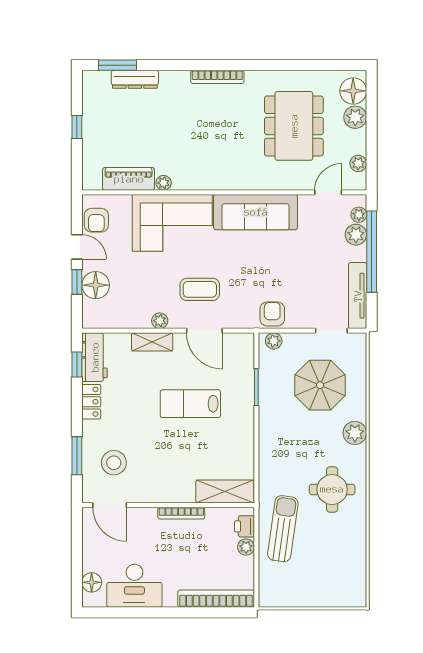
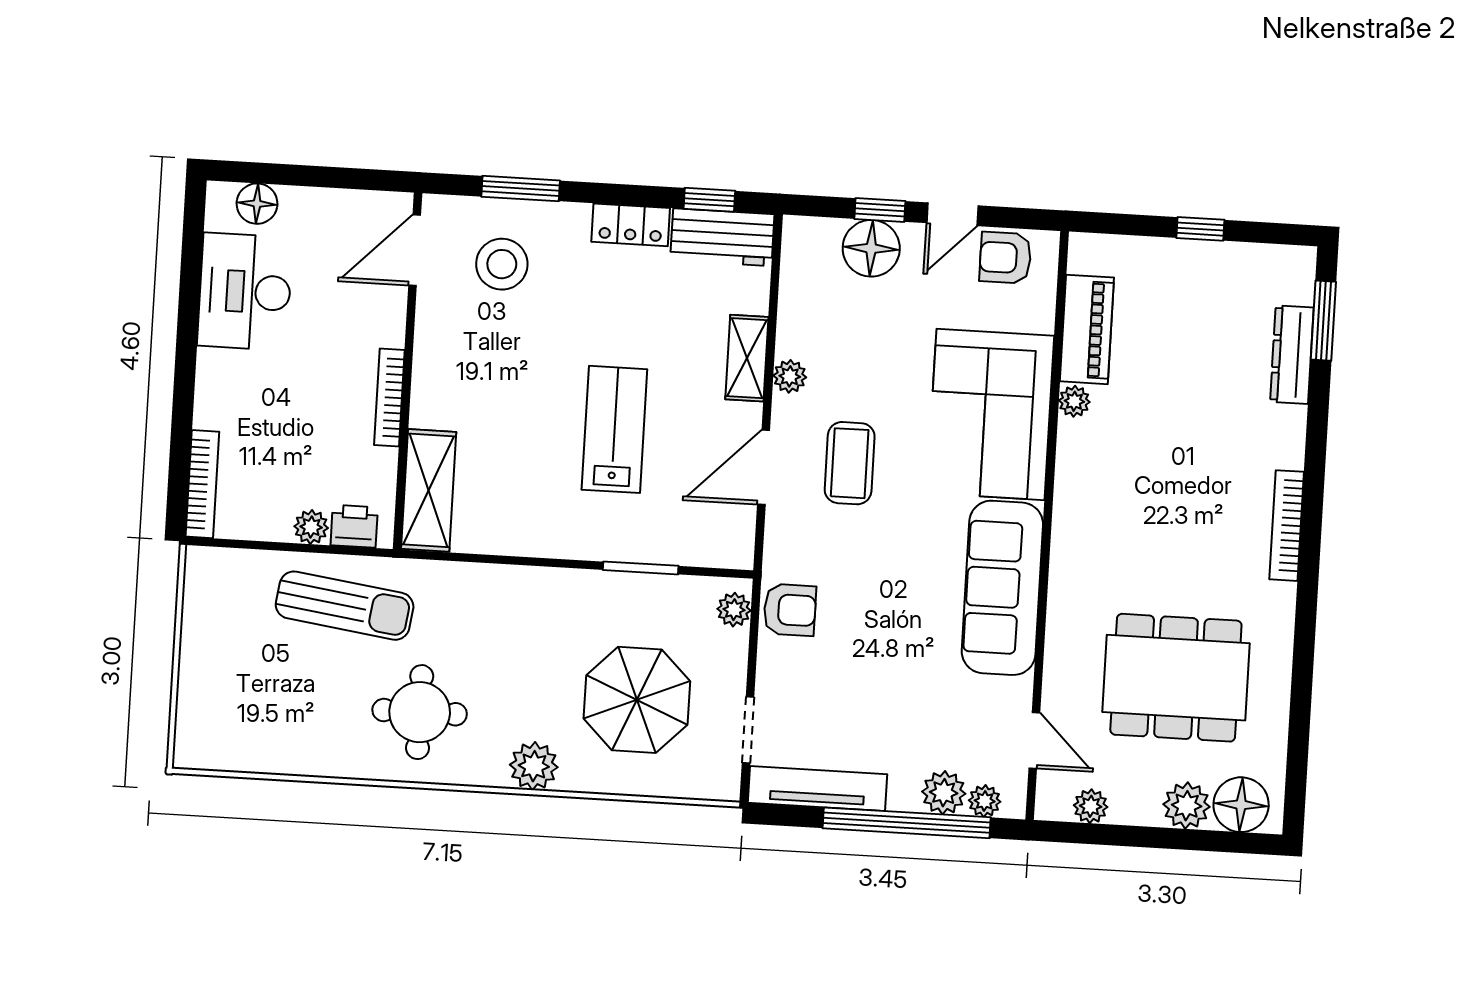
bookcase: (216, 599) -> (202, 484), width x0.68, depth x0.76

